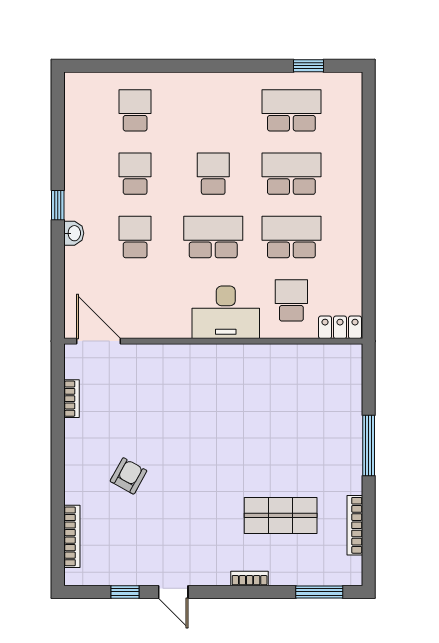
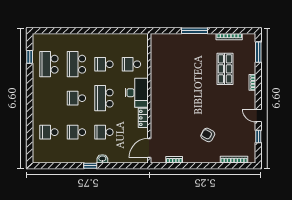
school desk: (291, 237) -> (104, 64), width x0.54
locker: (340, 327) -> (143, 118), moved
door: (173, 592) -> (258, 116), swing flipped

